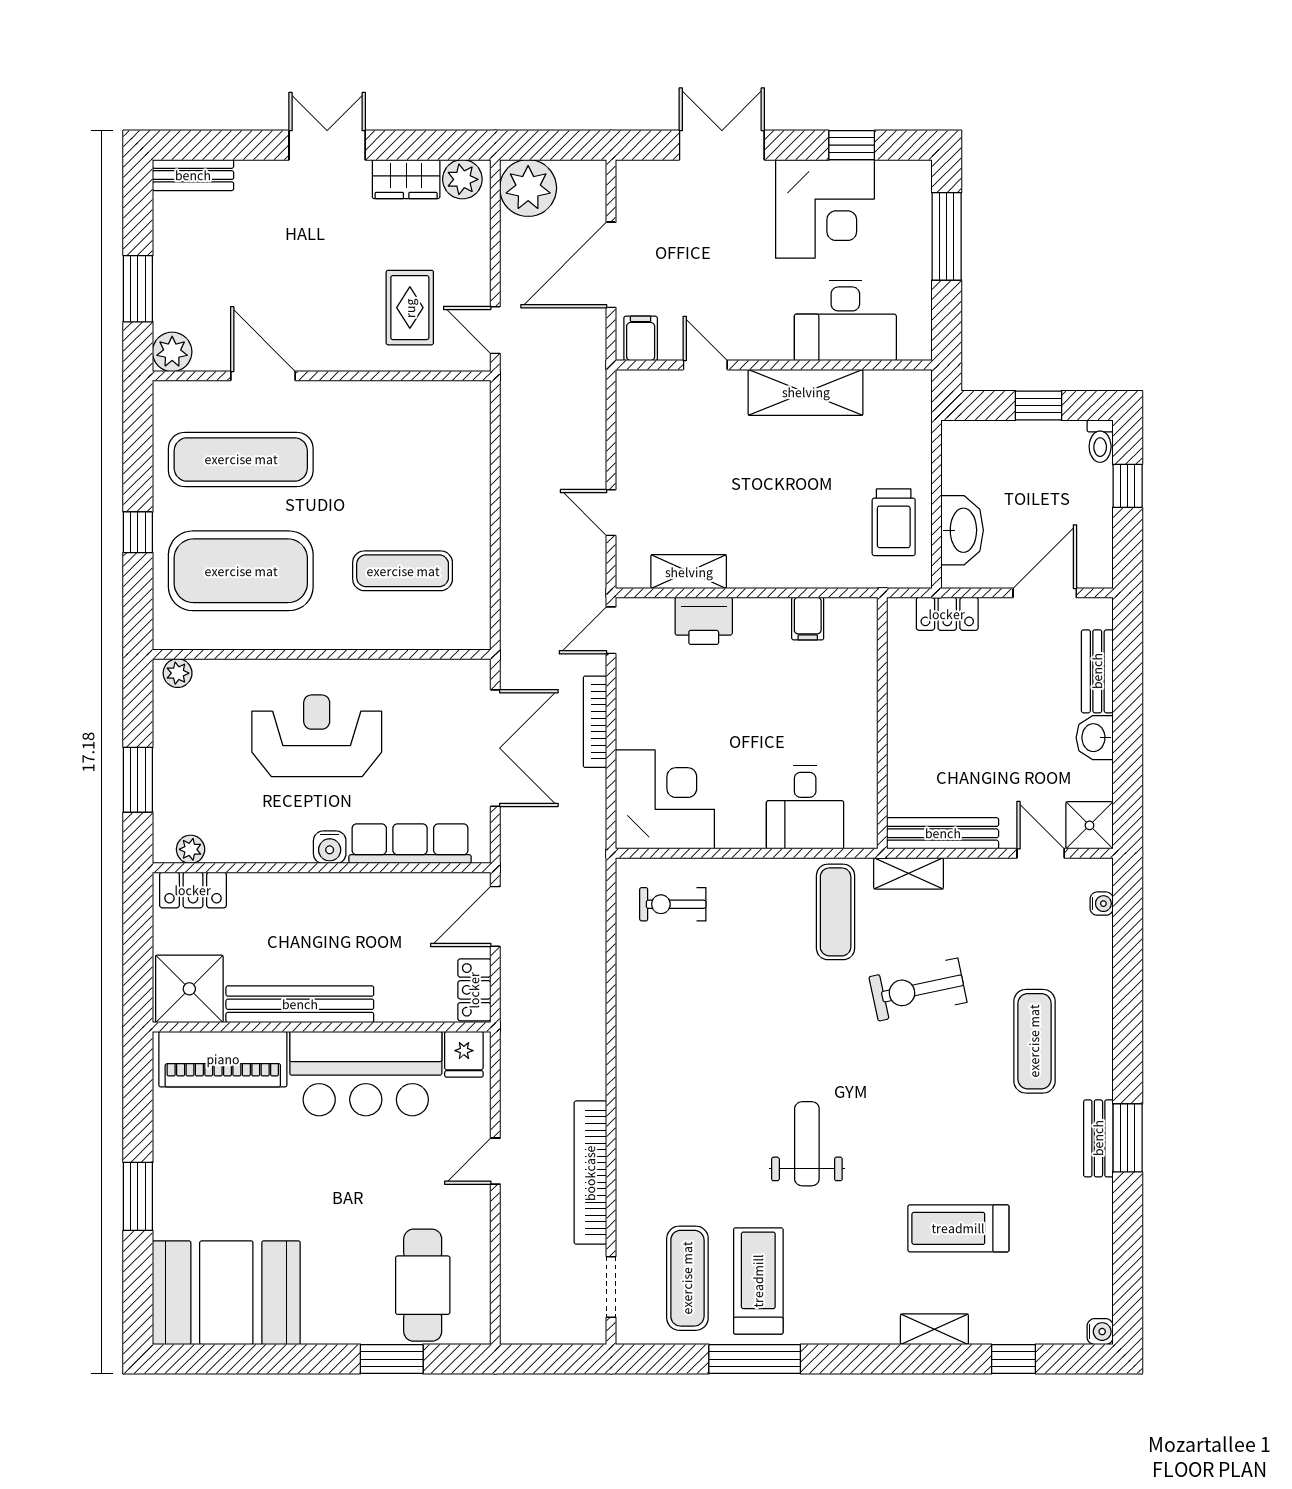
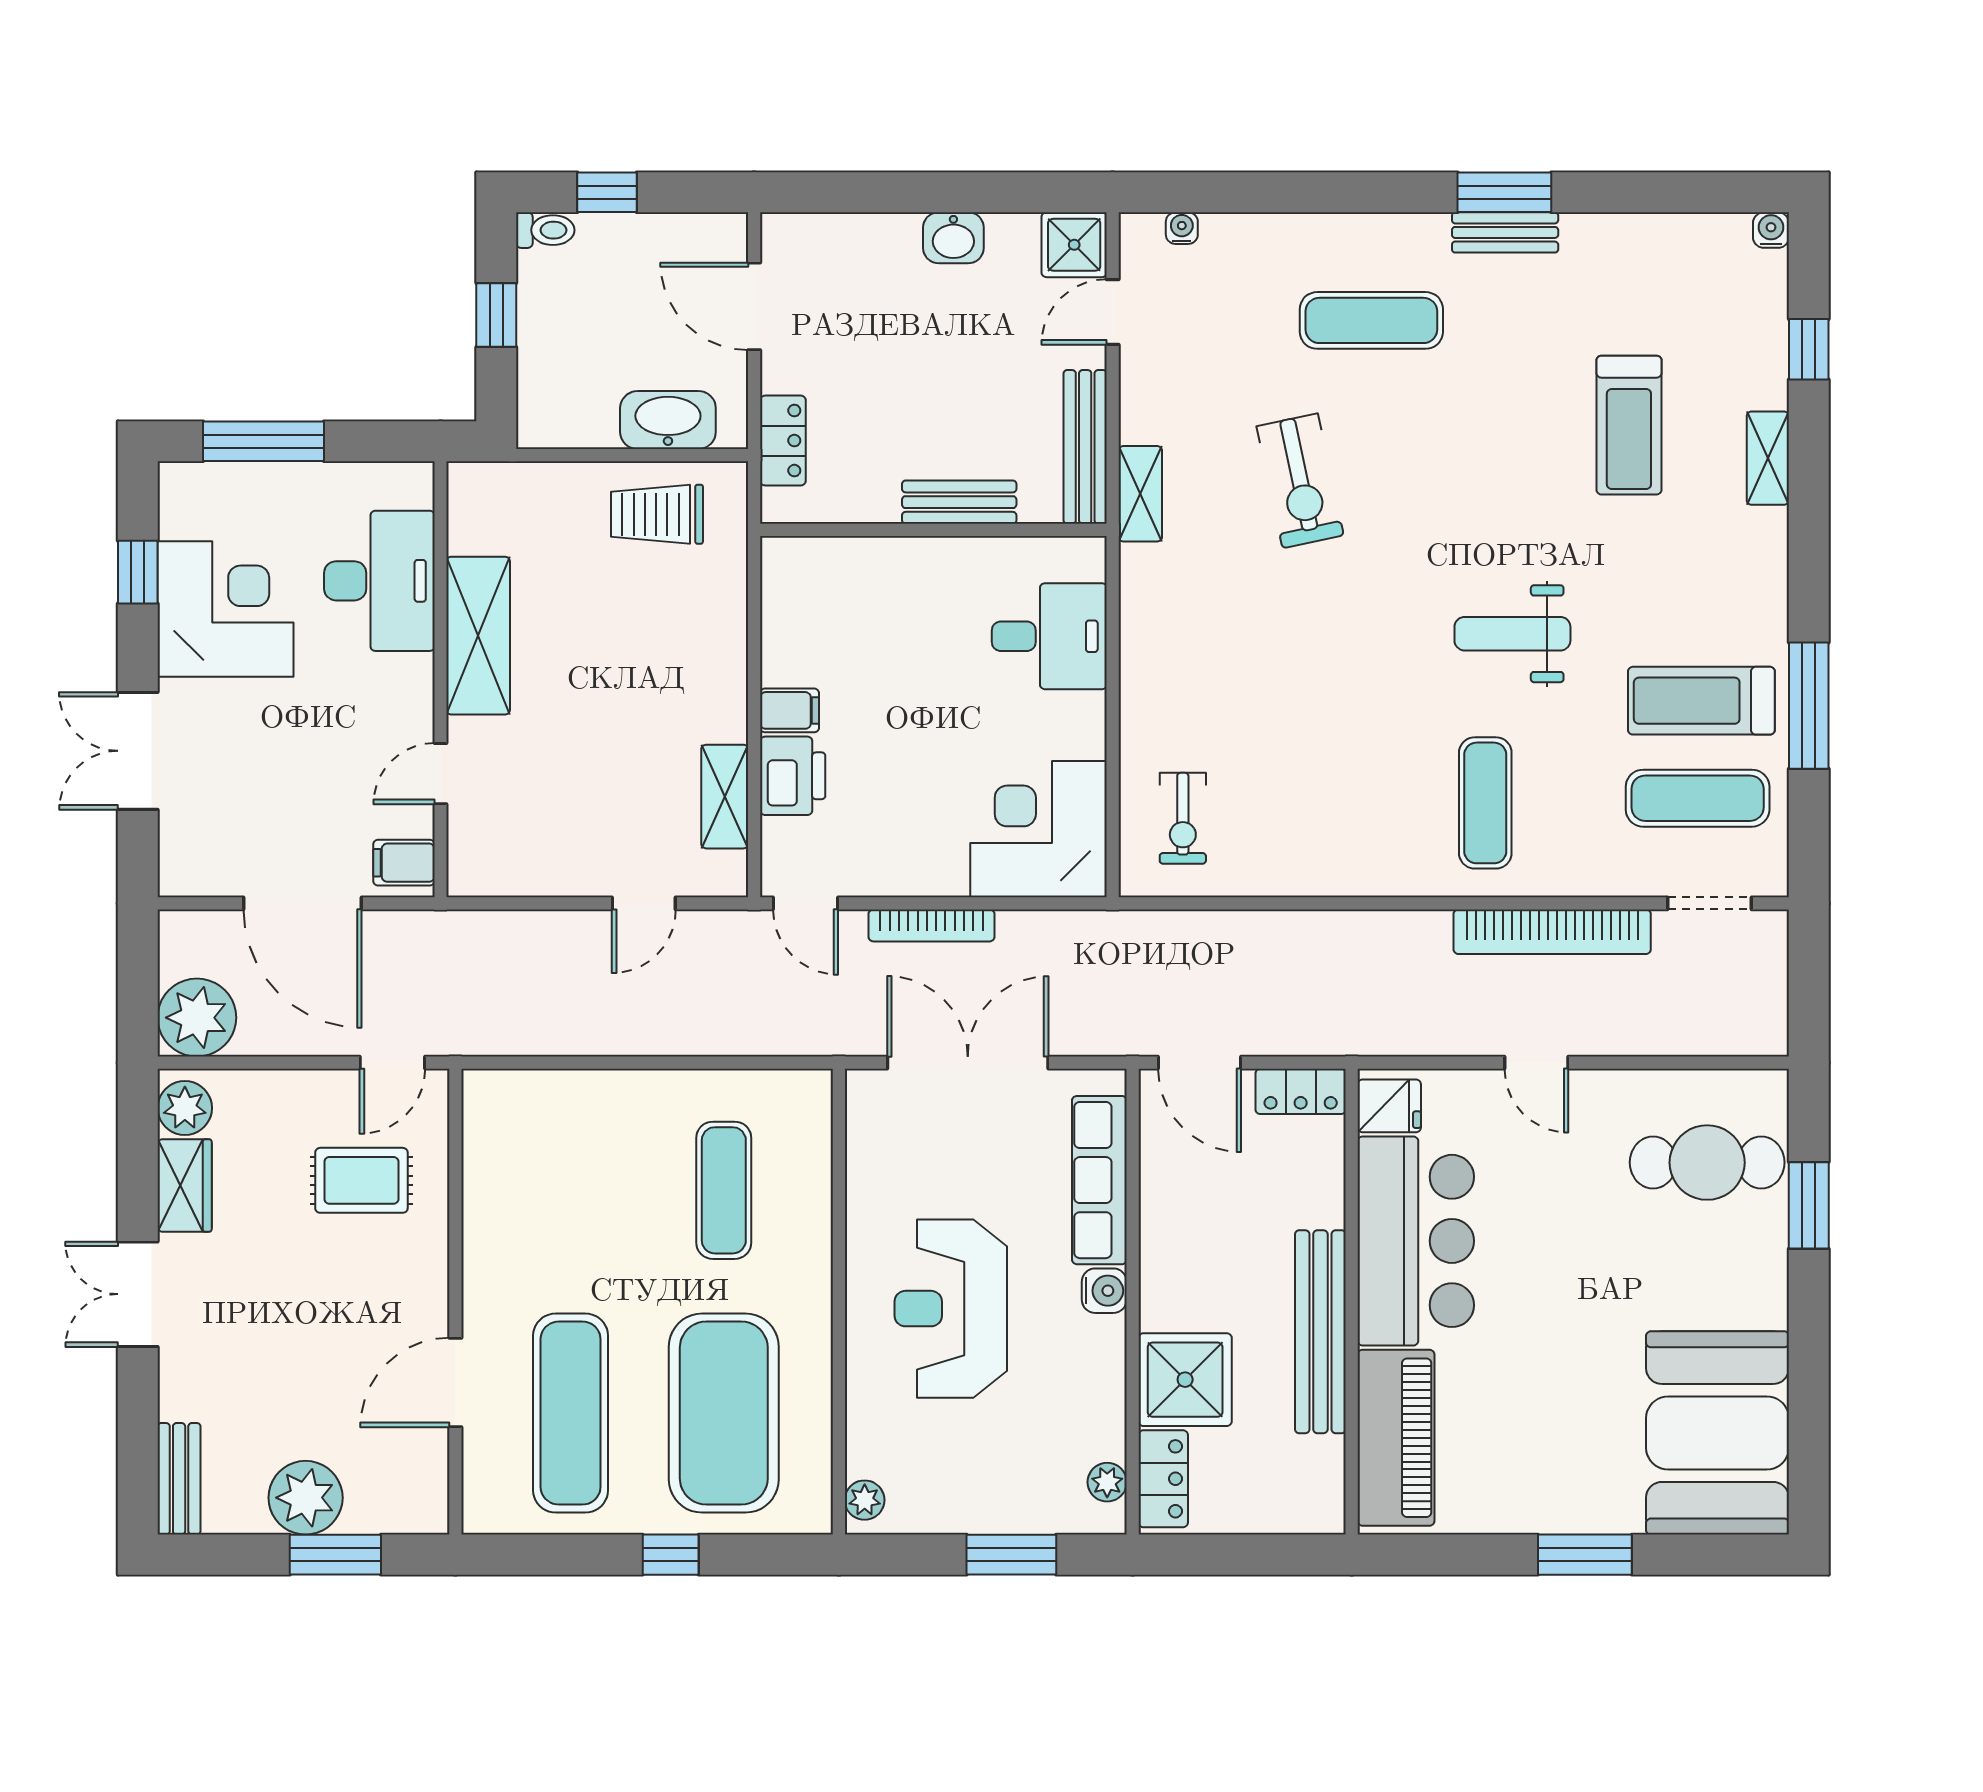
plant: (172, 352) -> (306, 1498), moved, width x1.36, depth x1.36
trolley: (894, 522) -> (657, 514), turned 180
filing cabinet: (808, 619) -> (790, 710), moved
bench: (1097, 671) -> (959, 502), moved
exercise mat: (836, 912) -> (1485, 803), moved, turned 90
shower: (189, 989) -> (1185, 1380), moved

